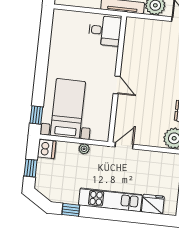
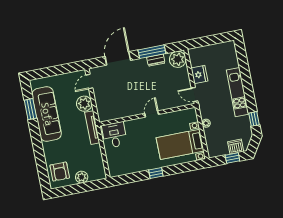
window: (36, 115) -> (156, 173), moved
dishwasher: (47, 149) -> (236, 147), moved
fridge: (153, 204) -> (199, 75), moved, turned 180

